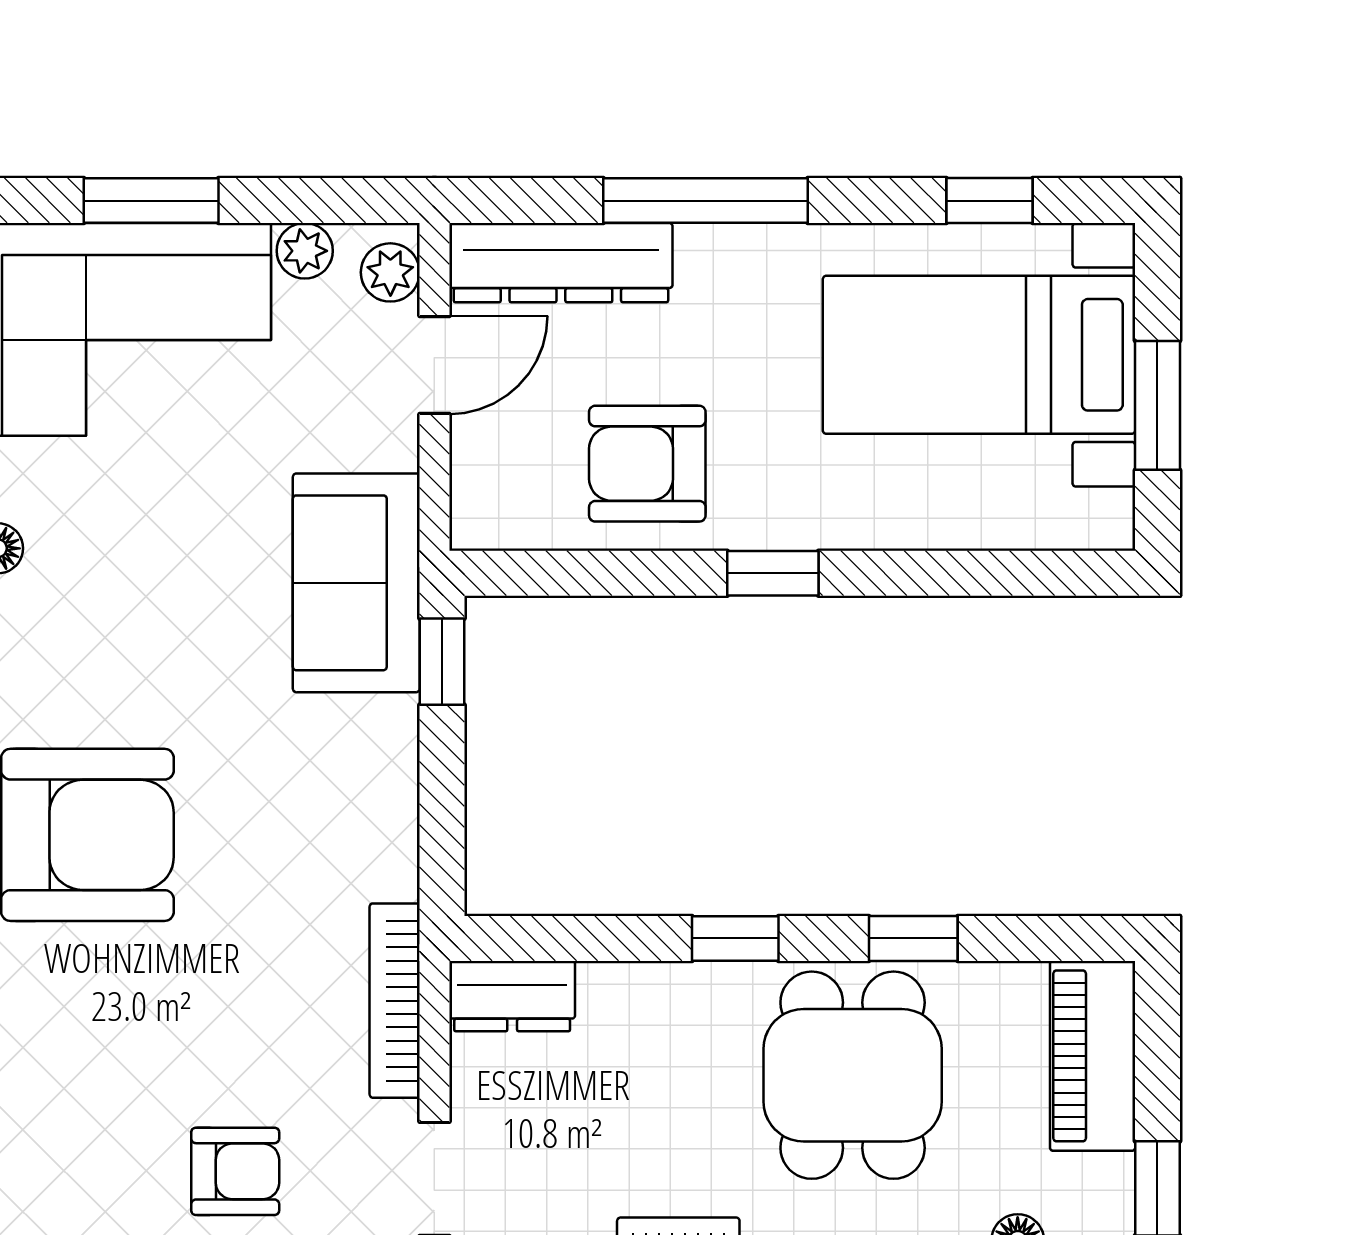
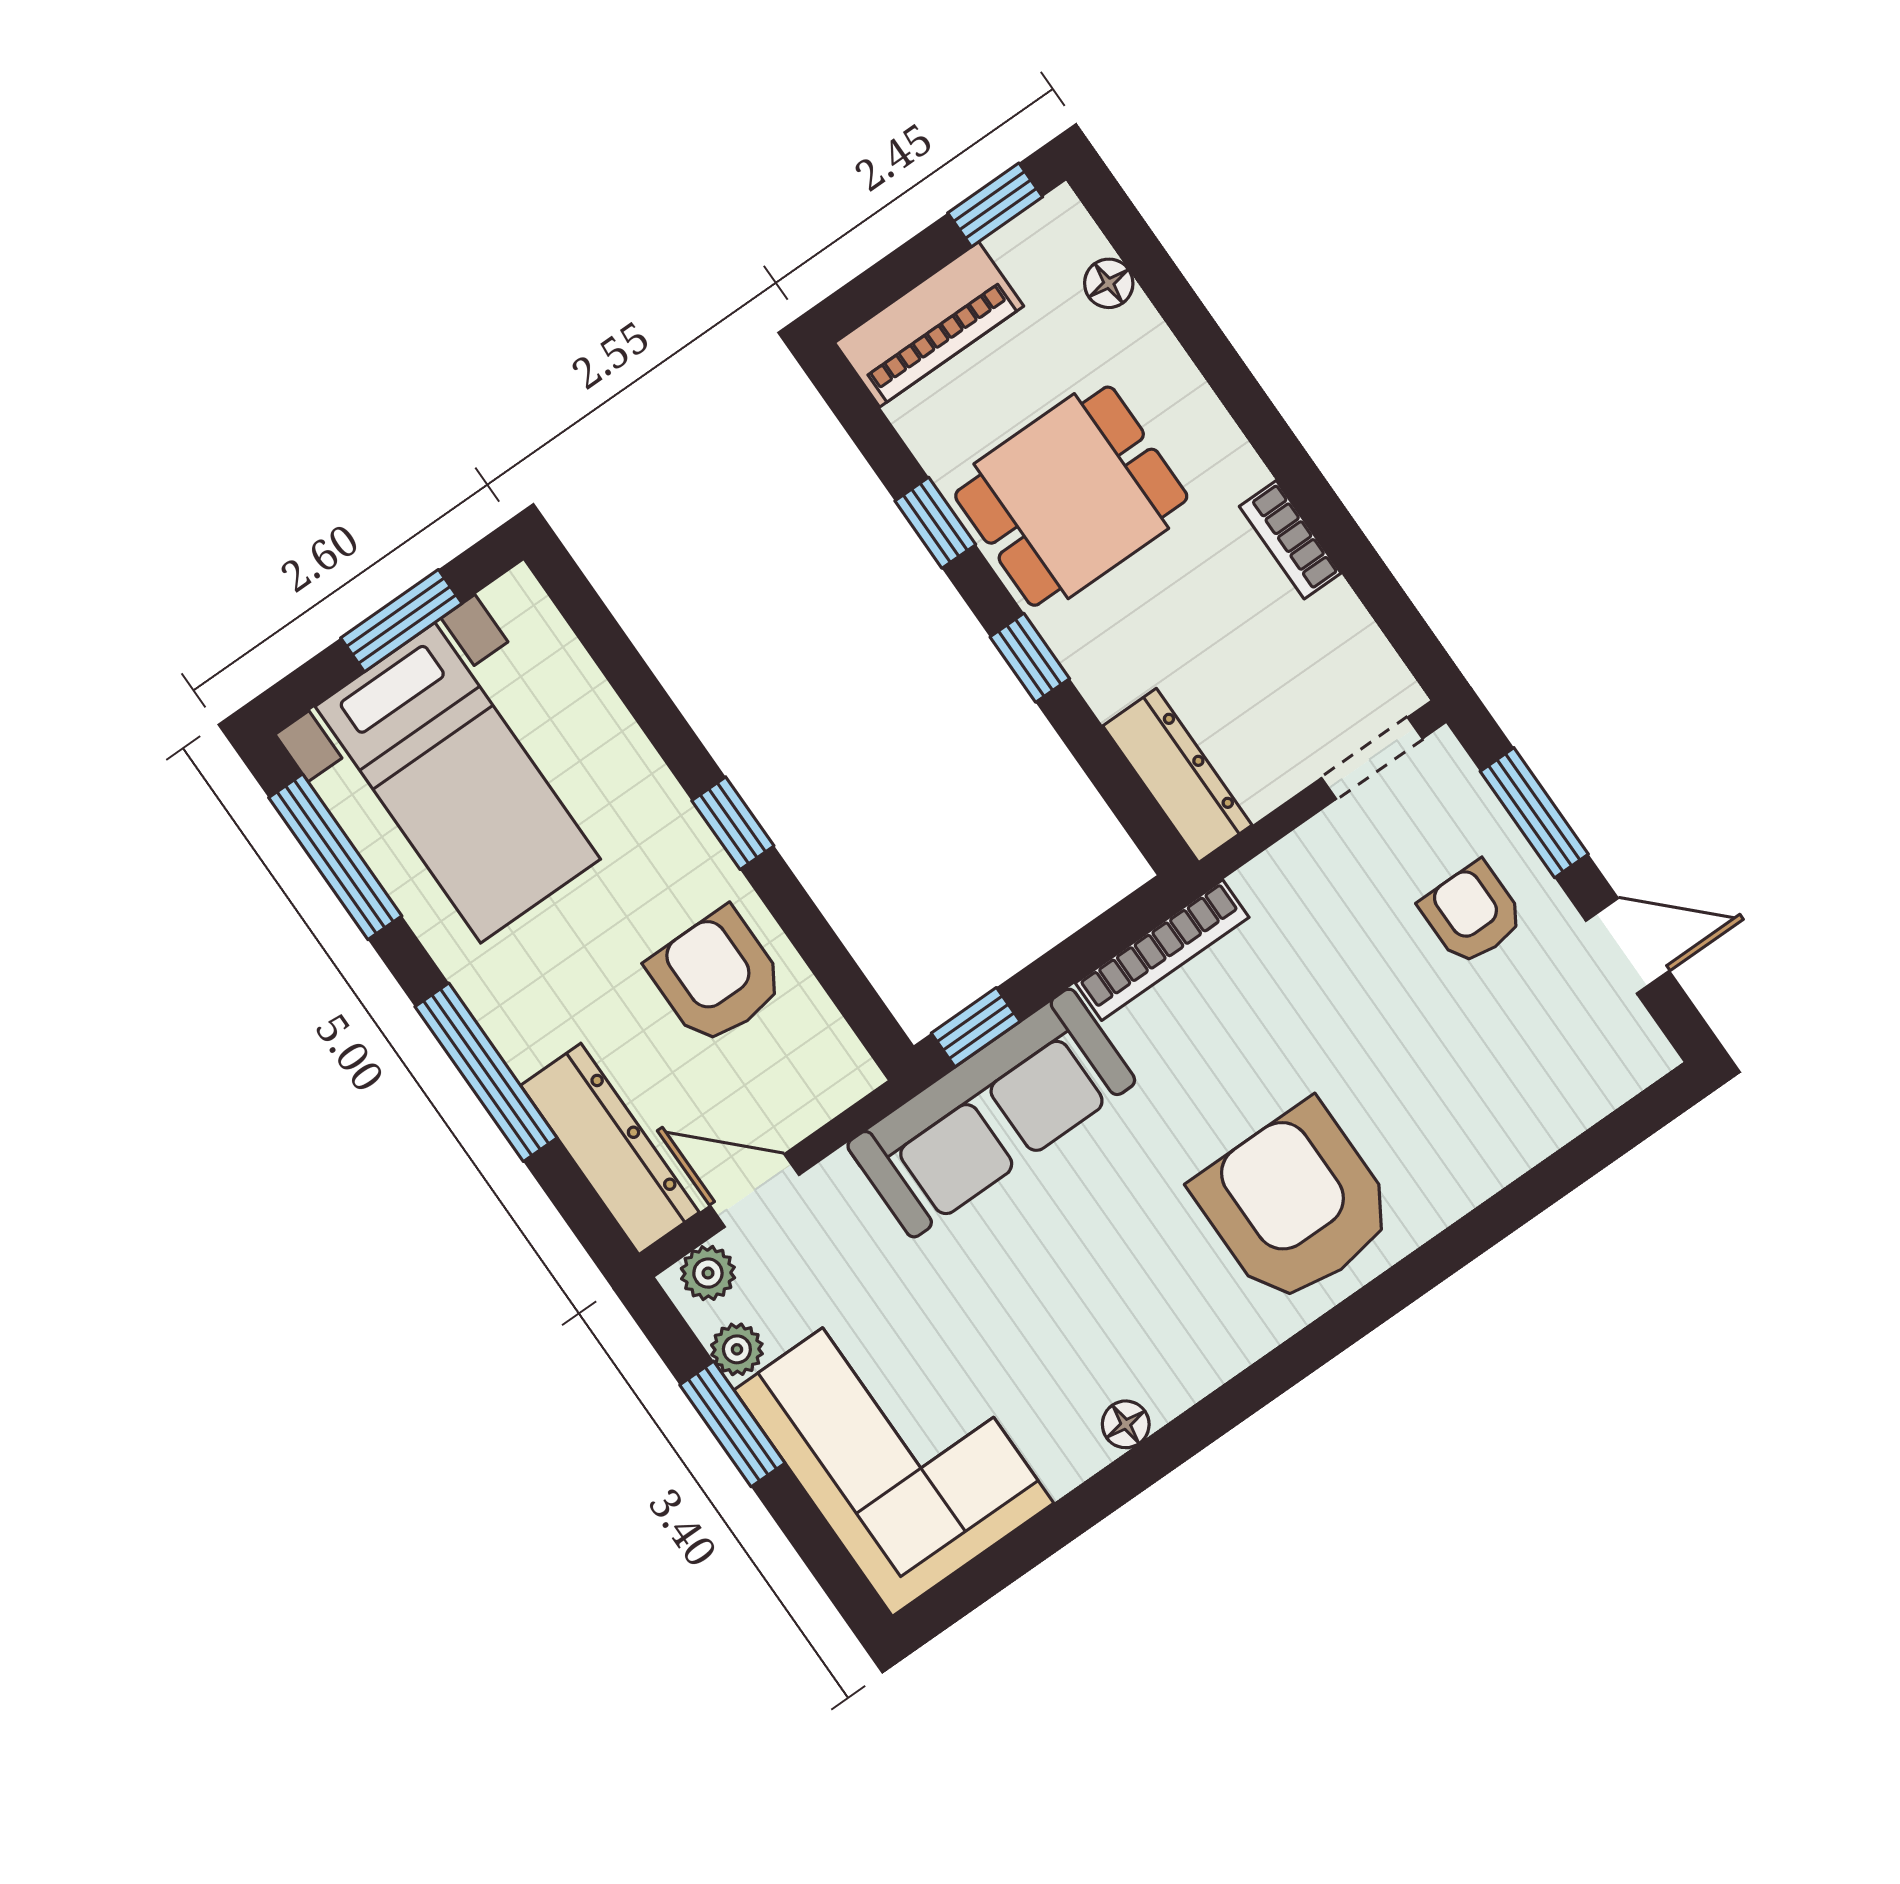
window: (151, 201) -> (732, 1424), moved
window: (989, 201) -> (335, 857), width x2.17
armchair: (647, 464) -> (716, 977), turned 180
sofa: (356, 583) -> (991, 1113), width x1.36
dresser: (512, 996) -> (1177, 775), width x1.44
bookcase: (395, 1001) -> (1162, 950), moved

